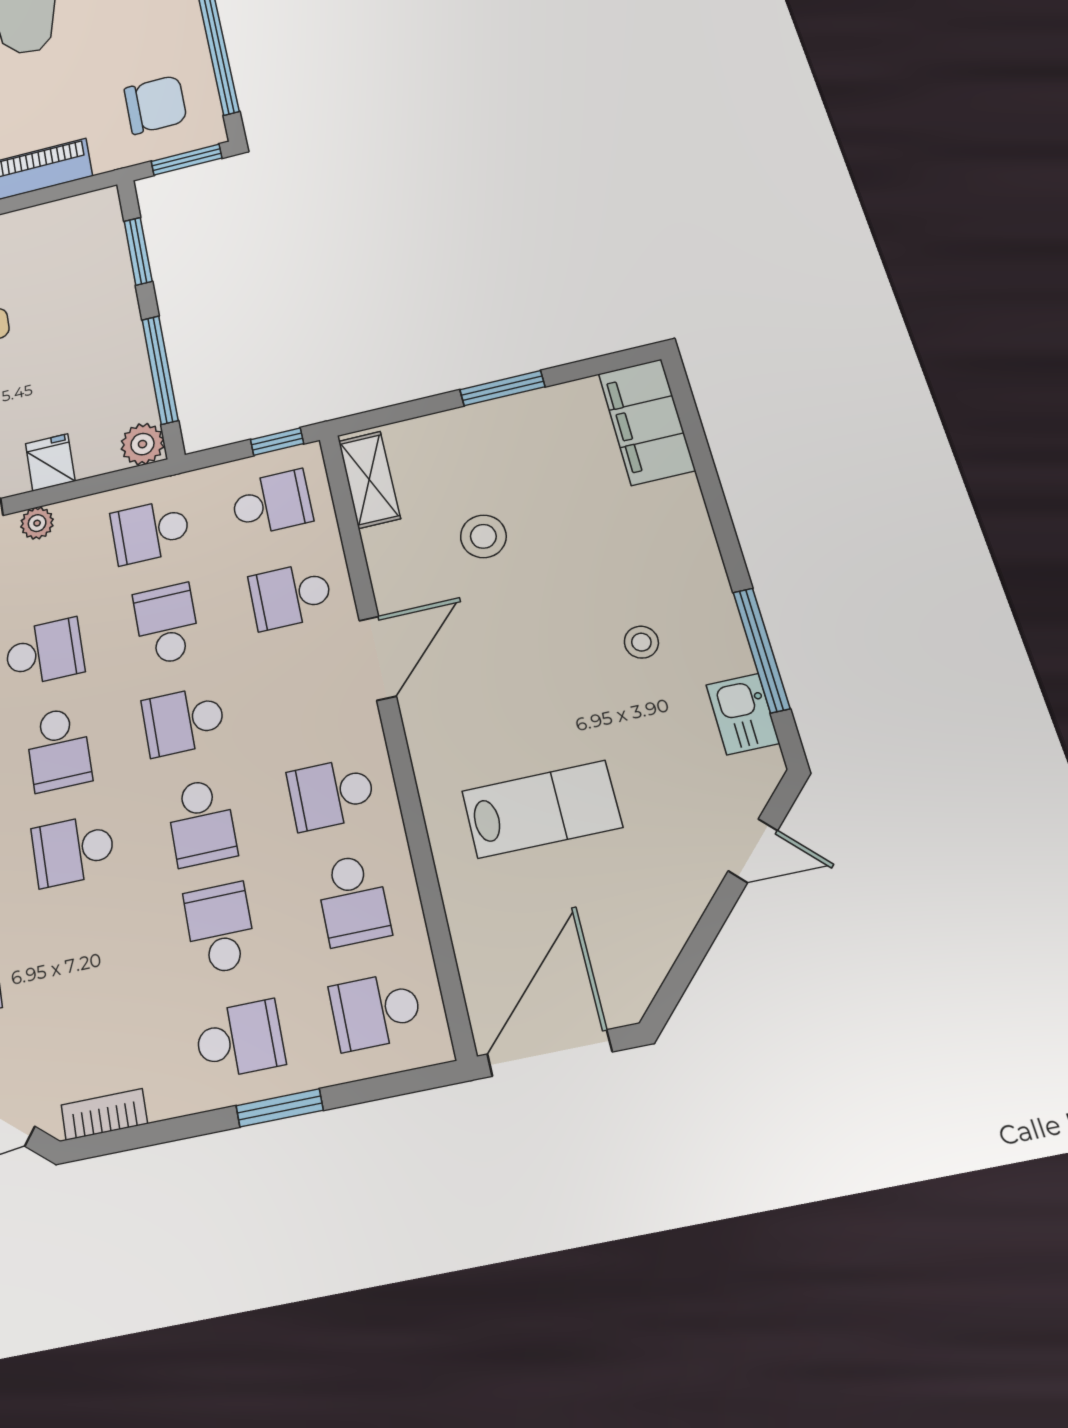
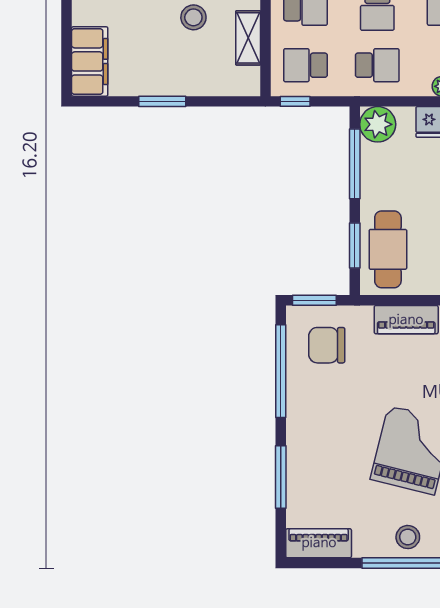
cafe table: (85, 259) -> (388, 249), added
plant: (142, 444) -> (378, 124), width x1.36, depth x1.36
shelving: (369, 480) -> (248, 38), moved

